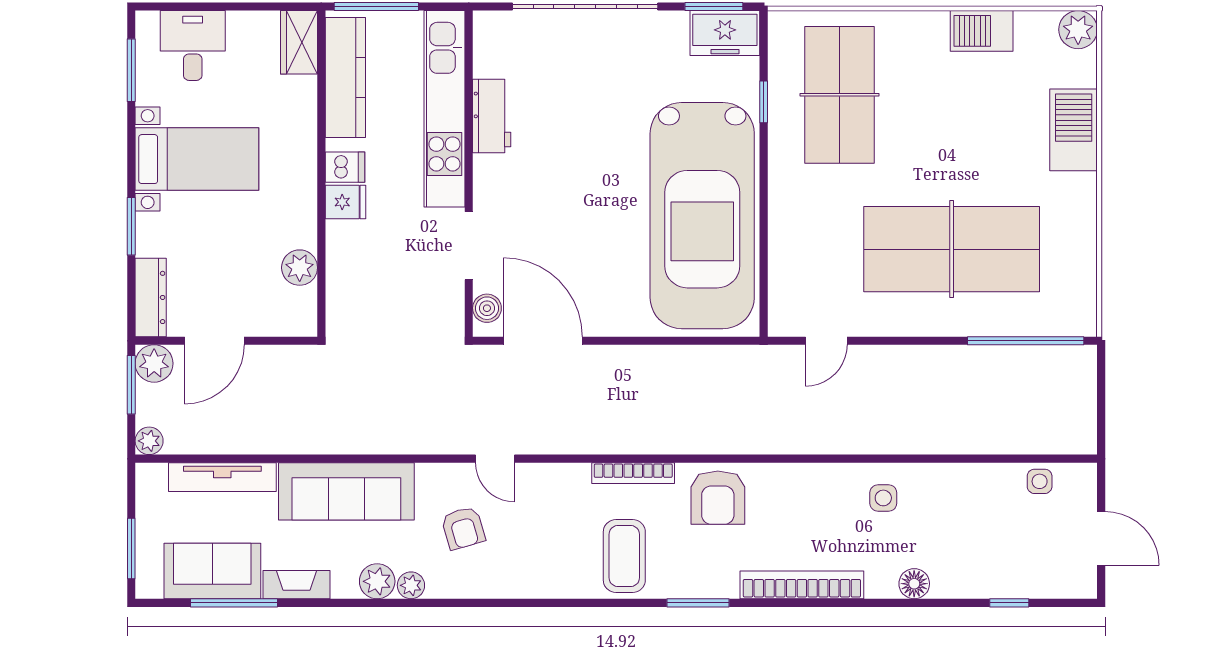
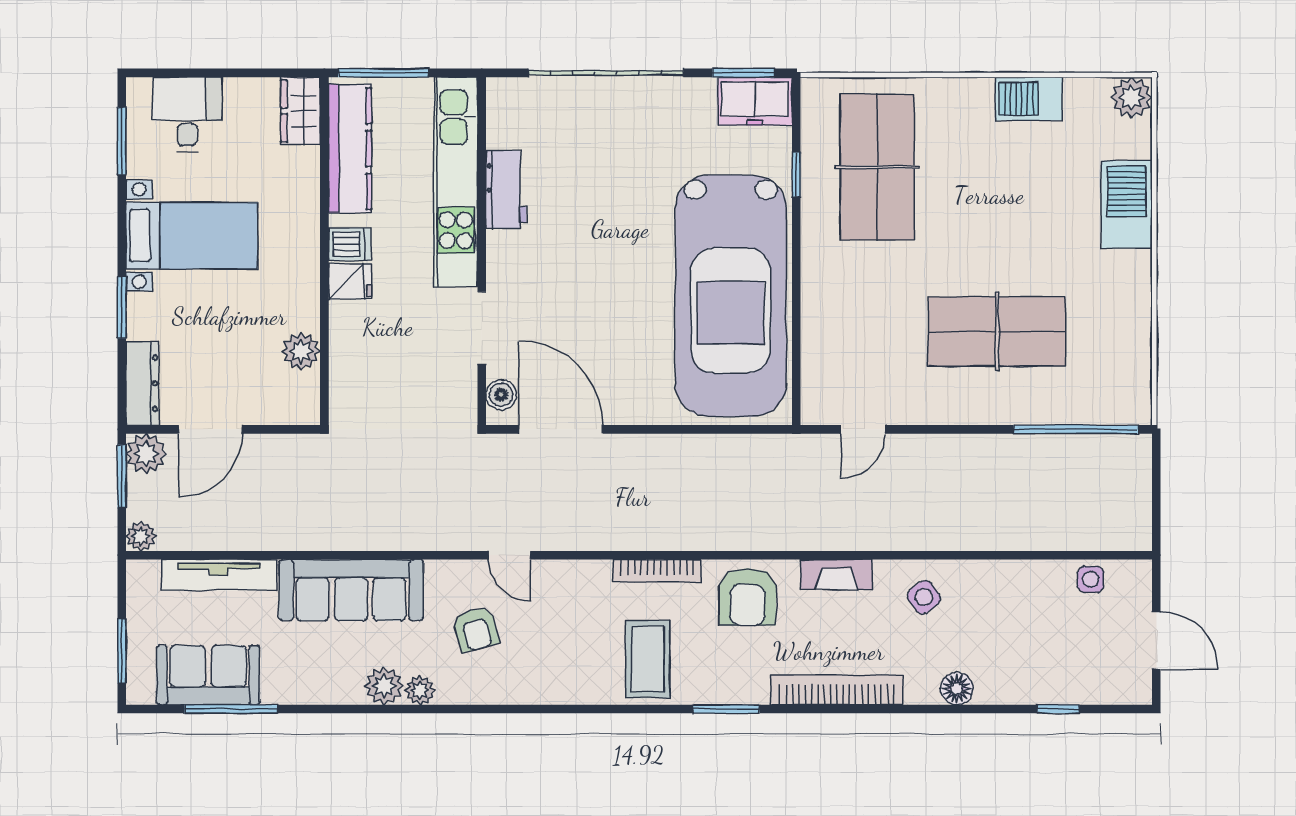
table tennis table: (952, 249) -> (997, 332), width x0.73, depth x0.76
side table: (883, 498) -> (924, 597), turned -37
fireplace: (296, 585) -> (837, 575), moved, turned 180

